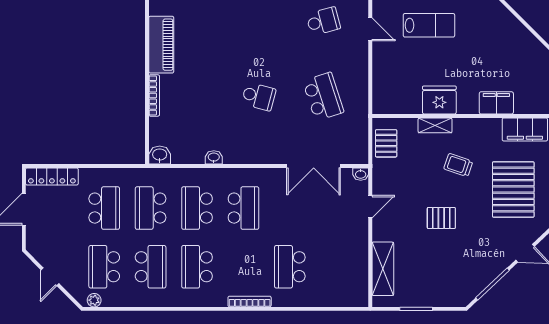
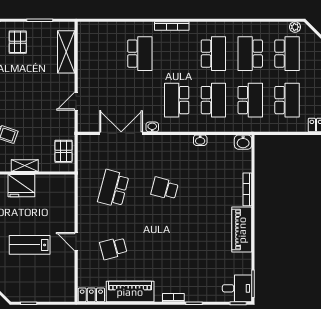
school desk: (323, 96) -> (113, 188), turned 33
washbasin: (361, 174) -> (152, 127), moved
school desk: (104, 208) -> (287, 100), turned 180
pallet: (441, 218) -> (18, 42), moved, turned 90

